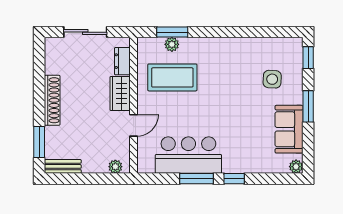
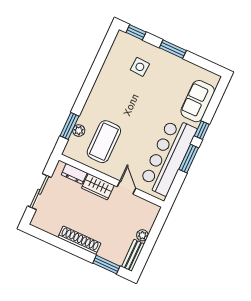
sofa: (289, 129) -> (198, 101), moved, turned 90
bar counter: (188, 155) -> (168, 156), width x1.36
plant: (115, 167) -> (142, 235), moved
plant: (296, 167) -> (214, 79), removed

